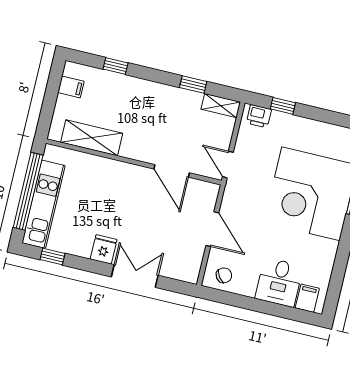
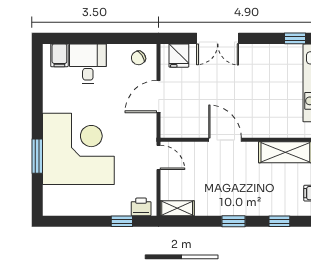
window: (193, 84) -> (233, 221), moved
door: (172, 171) -> (225, 140), moved
door: (212, 229) -> (159, 97), hinge flipped
fridge: (104, 249) -> (179, 56), moved

